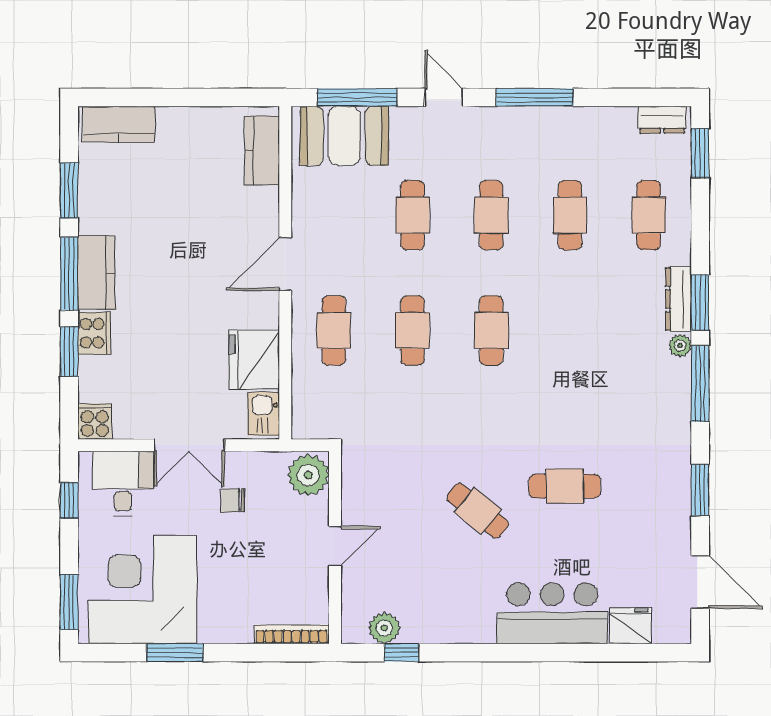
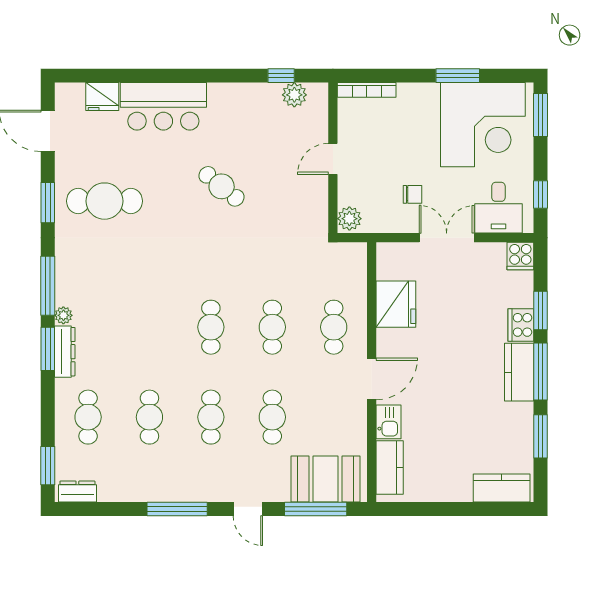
kitchen sink: (264, 414) -> (389, 422), moved
plant: (308, 475) -> (349, 219), width x0.73, depth x0.73
cafe table: (565, 486) -> (105, 201), moved, width x1.37, depth x1.35

